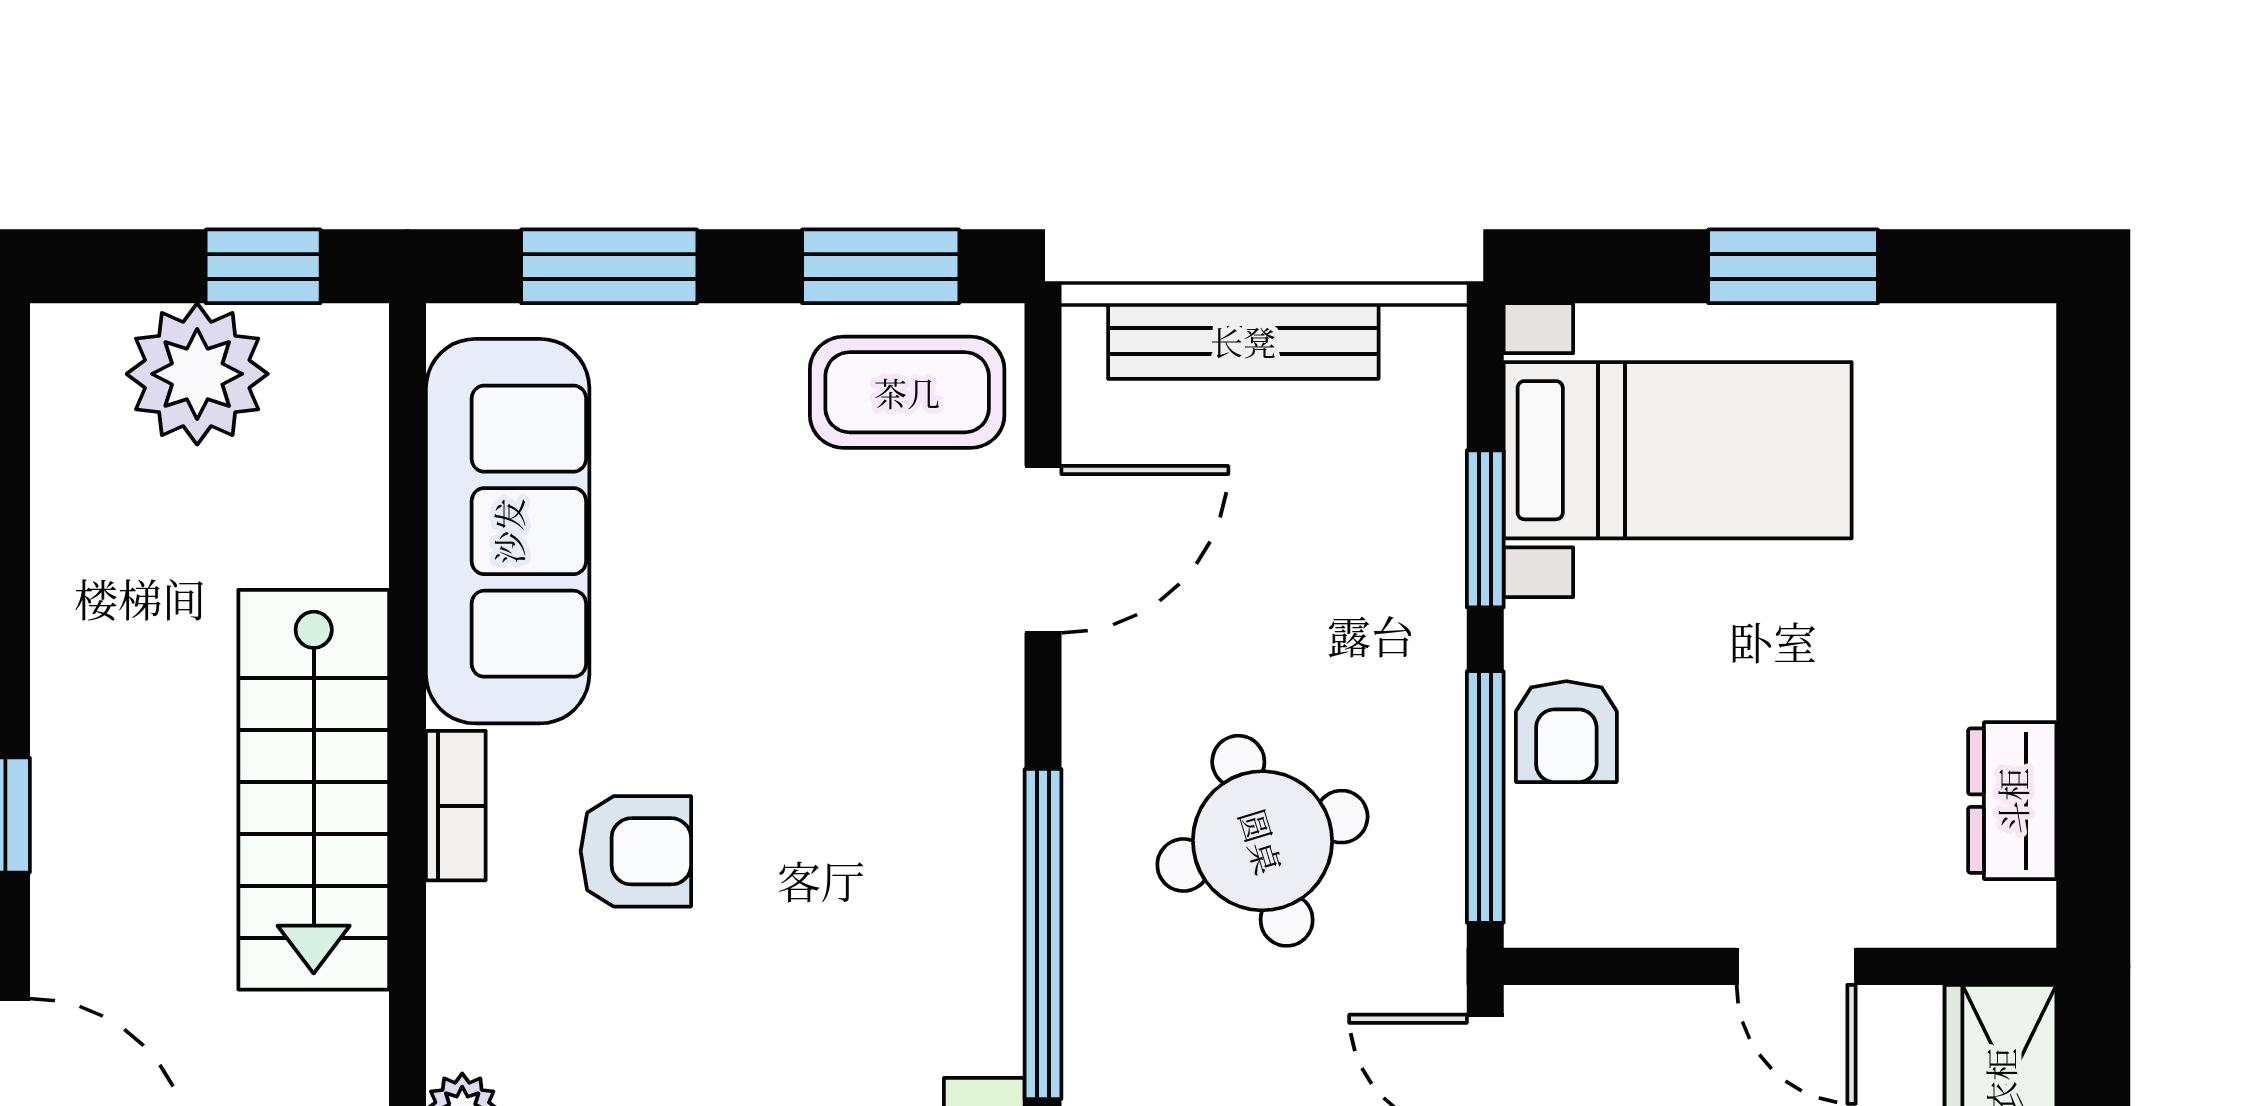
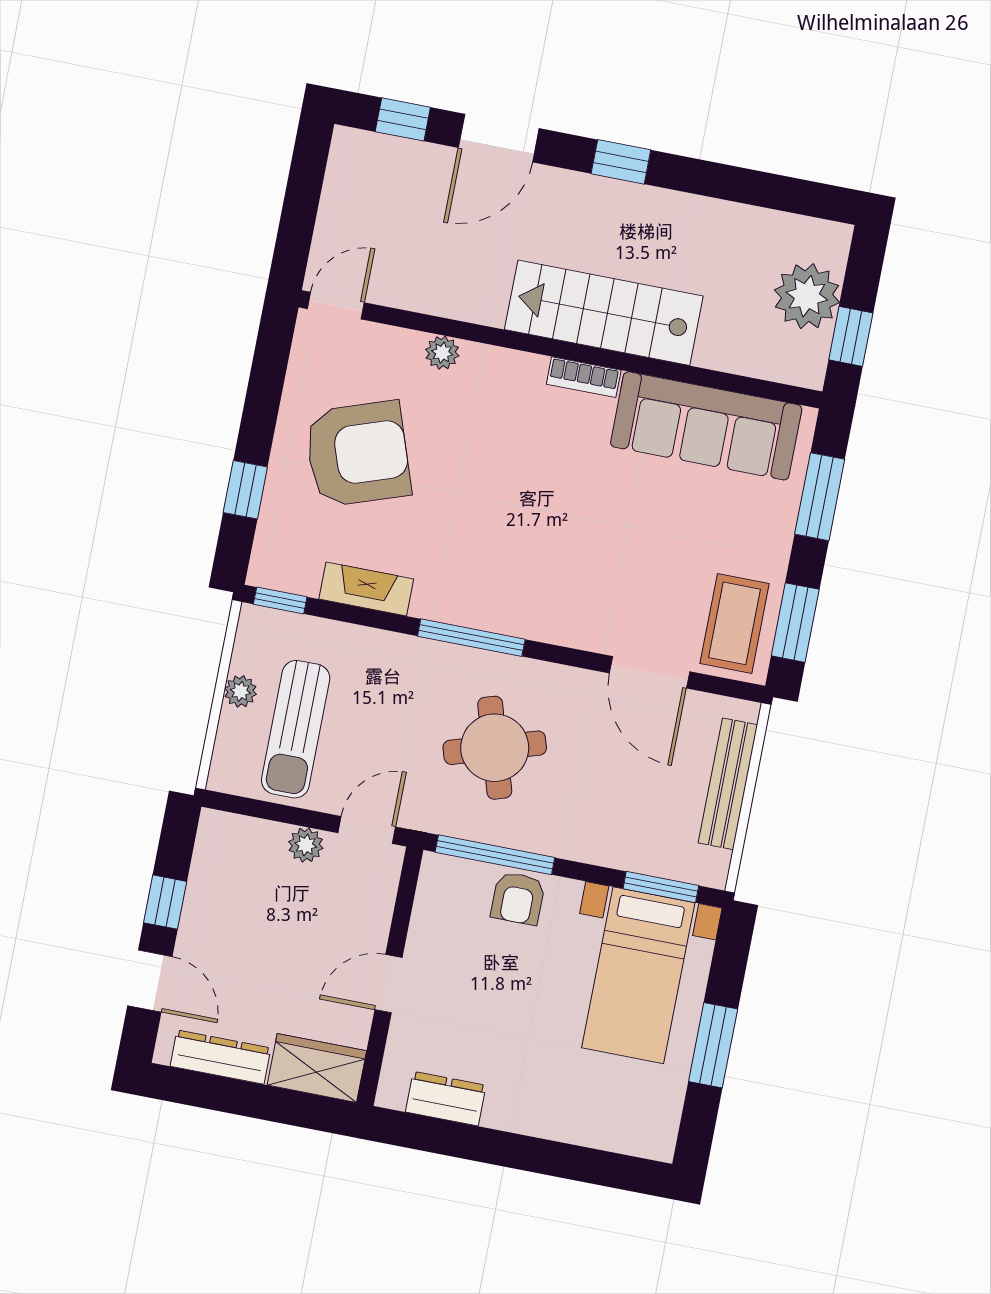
window: (1485, 529) -> (661, 887), moved
armchair: (1566, 732) -> (518, 898), turned -90
armchair: (636, 851) -> (546, 456), removed
window: (1043, 934) -> (471, 638), width x0.68

